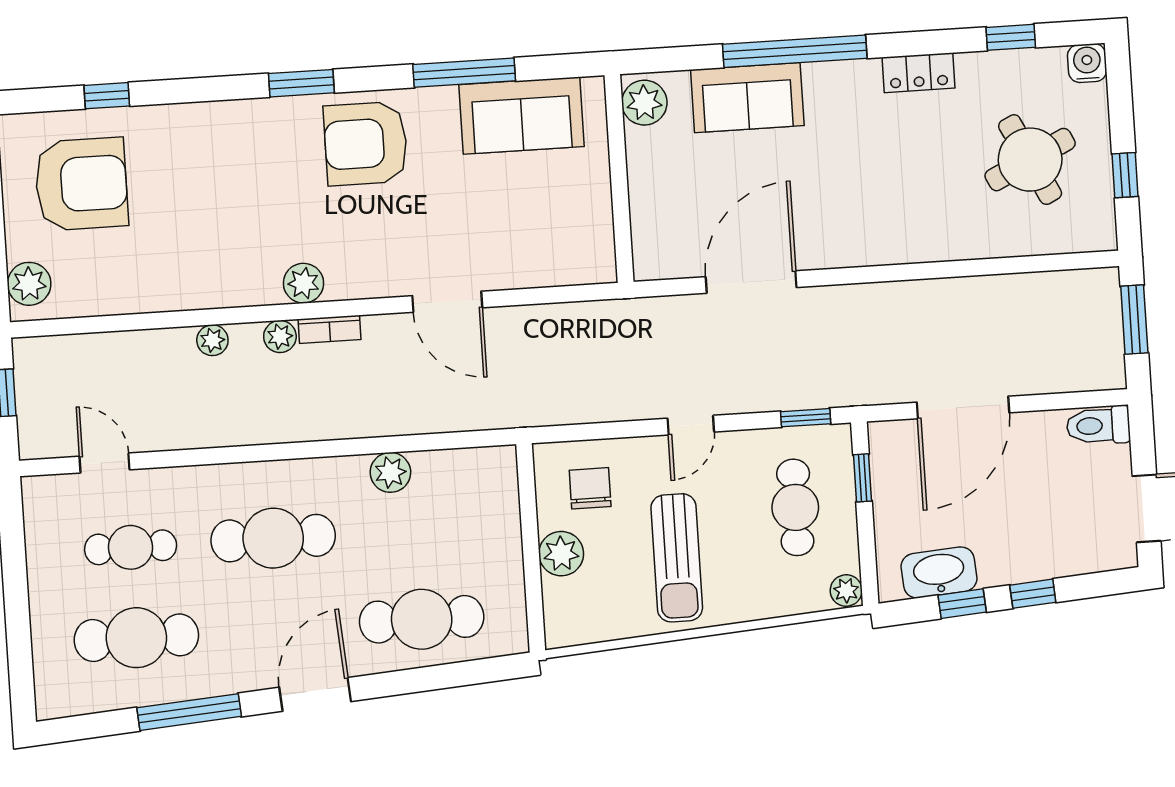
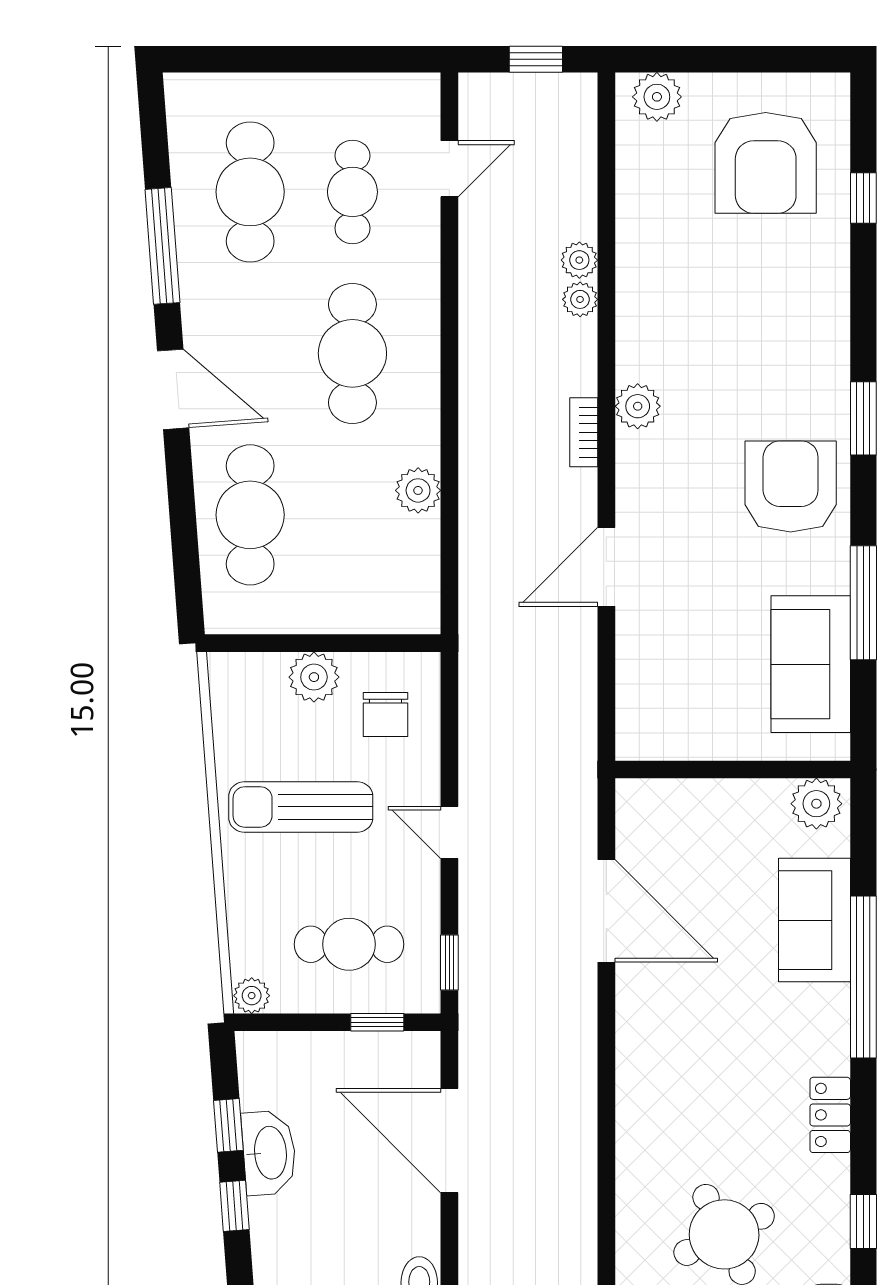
plant: (280, 336) -> (579, 260), moved
chair: (590, 488) -> (385, 714), turned 90
washbasin: (939, 572) -> (269, 1153), moved

